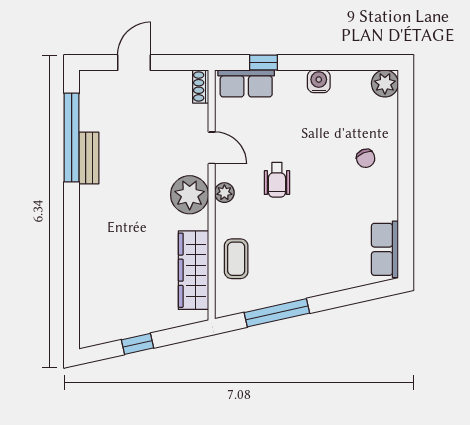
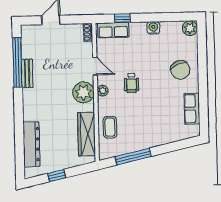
chair: (366, 158) -> (180, 70), width x1.87, depth x1.87
row of seats: (385, 249) -> (192, 109), moved
dresser: (93, 286) -> (31, 144), added

